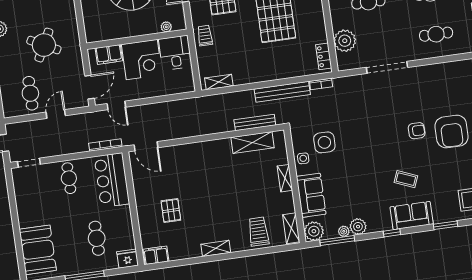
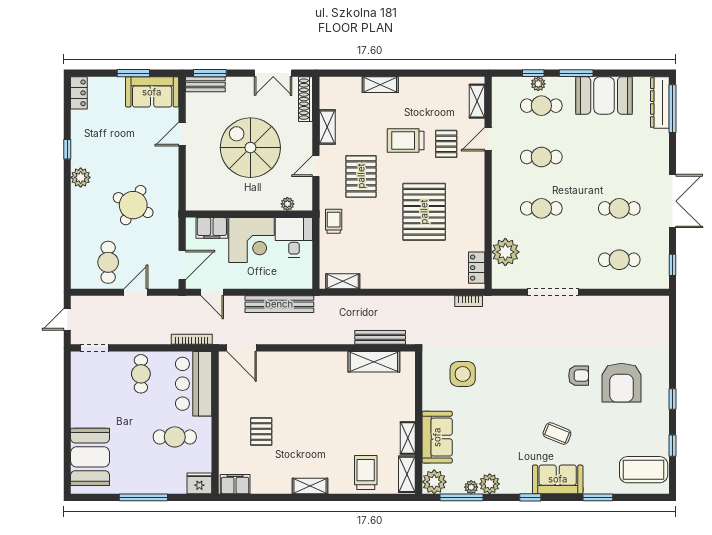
bench: (282, 92) -> (279, 304), moved
side table: (303, 158) -> (434, 390), removed
shelving: (285, 178) -> (408, 438), moved
cafe table: (97, 238) -> (175, 437), moved, turned 90

